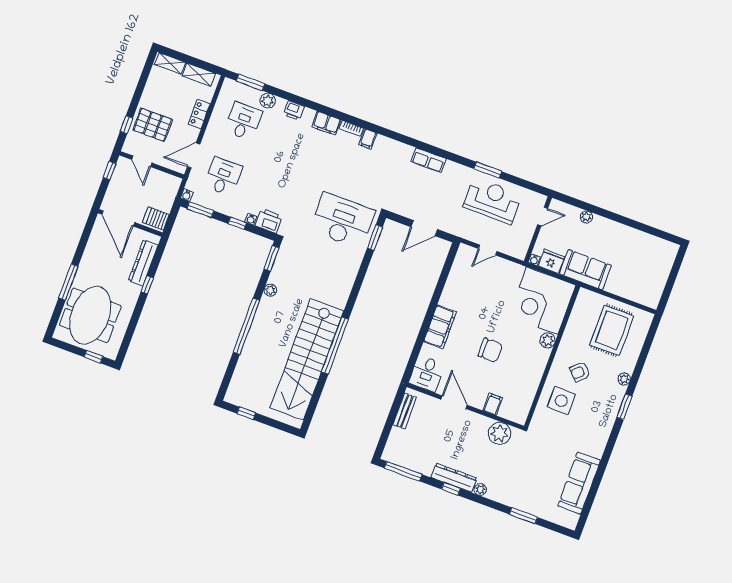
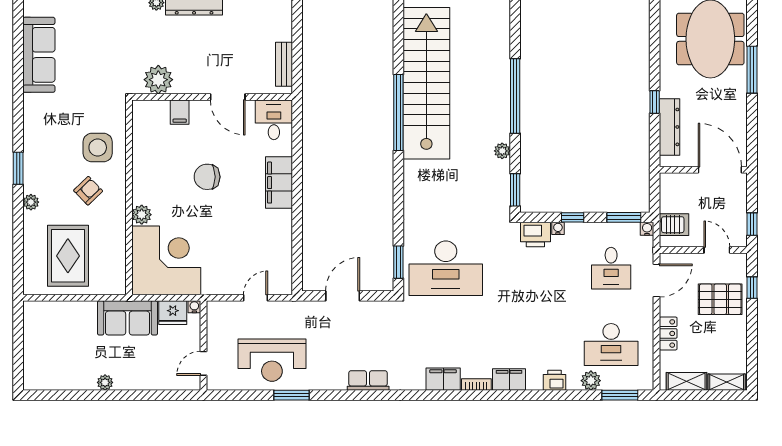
desk: (243, 121) -> (611, 344), width x1.37
filing cabinet: (368, 139) -> (443, 379), width x2.00
plant: (586, 217) -> (105, 382), moved
server rack: (156, 218) -> (674, 225), moved

